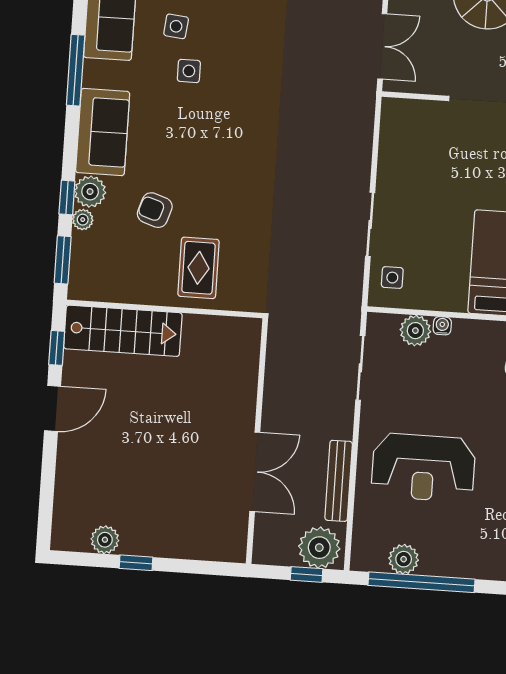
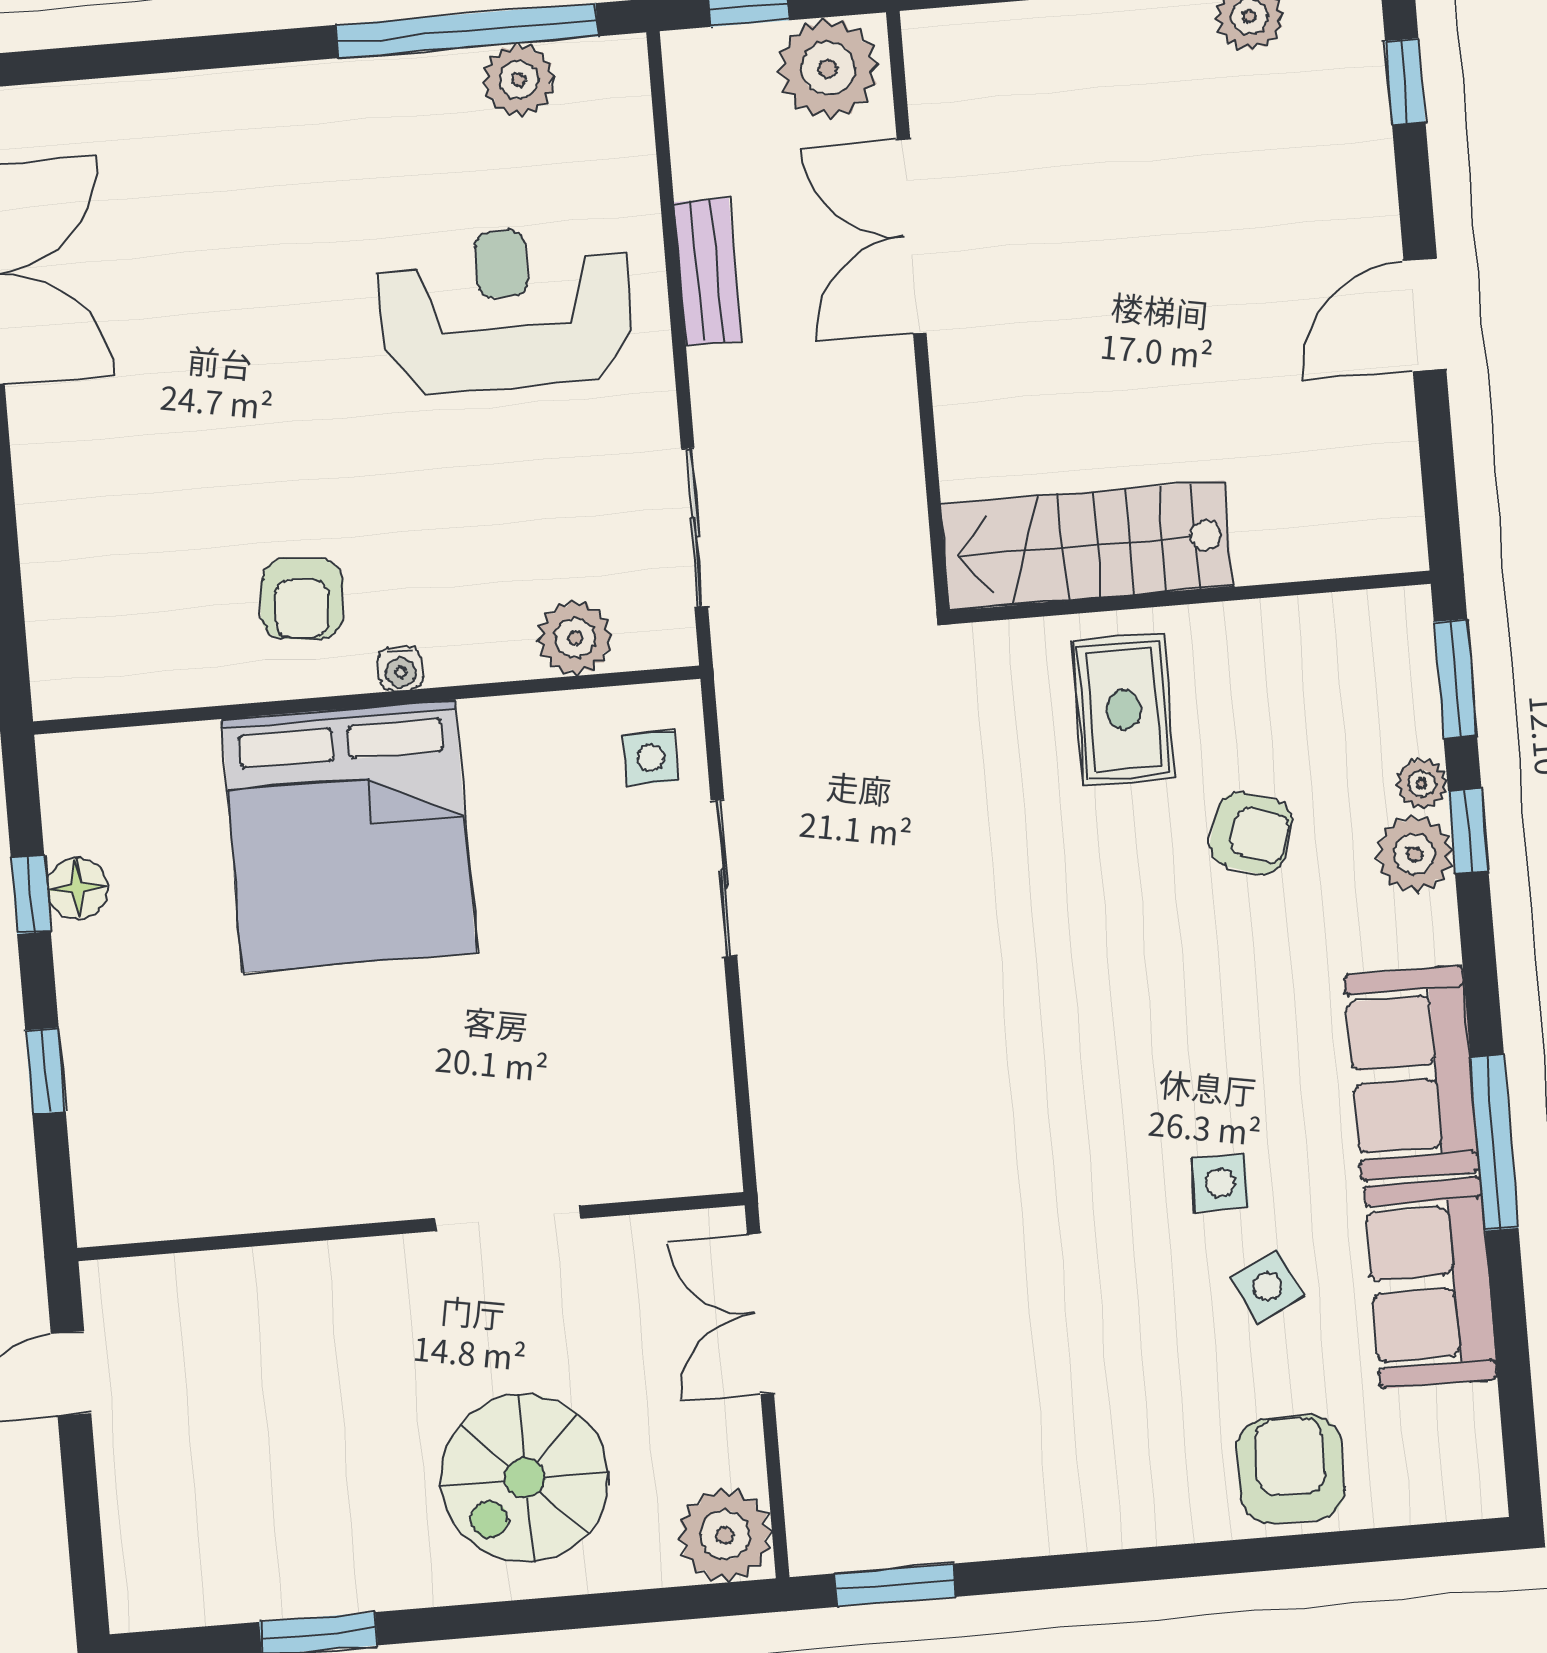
side table: (176, 26) -> (1267, 1286), turned -32
sofa: (103, 132) -> (1412, 1073), moved
water cooler: (442, 326) -> (400, 669), moved
stairs: (123, 331) -> (1087, 545), moved
window: (57, 348) -> (1405, 82), moved
bench: (339, 481) -> (707, 272), width x0.73
plant: (319, 548) -> (828, 68), moved

